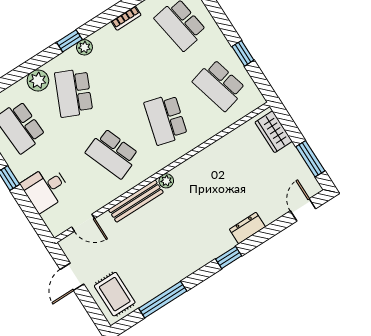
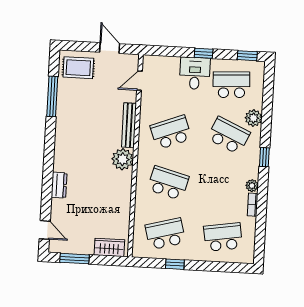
plant: (84, 47) -> (252, 186), moved
plant: (166, 181) -> (123, 159), width x1.88, depth x1.88
desk: (46, 188) -> (195, 73), moved
window: (229, 257) -> (49, 159), removed

